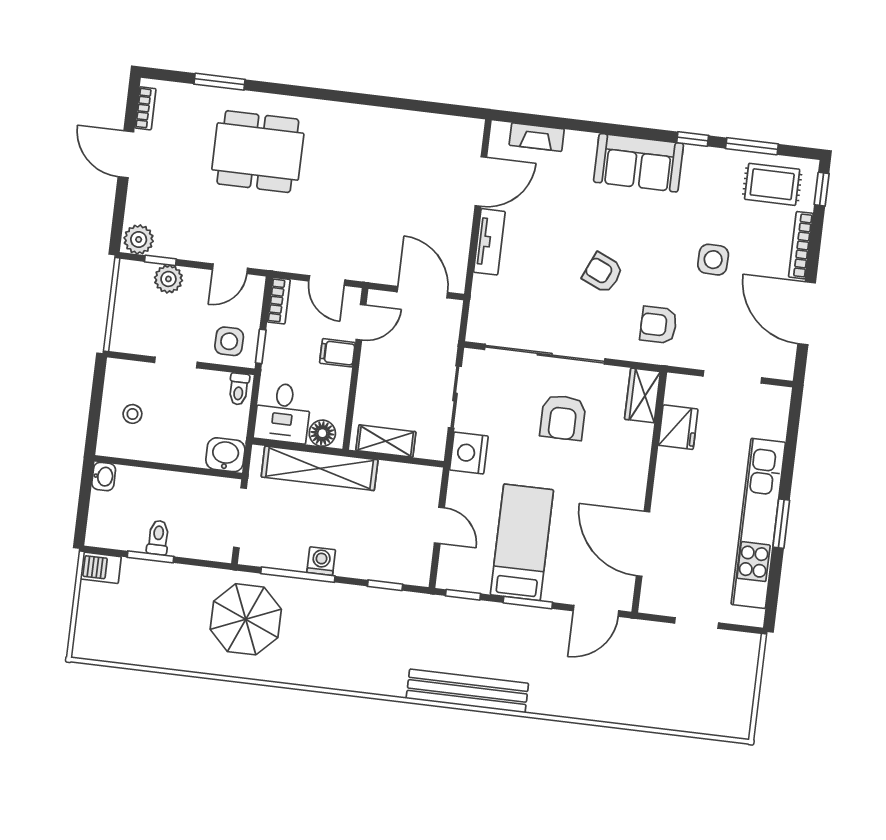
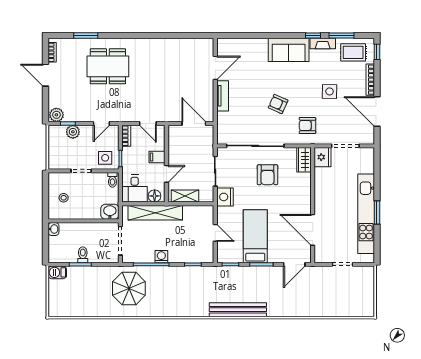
fireplace: (537, 137) -> (323, 44), moved
door: (361, 322) -> (166, 174), moved
fridge: (678, 427) -> (323, 157), moved

